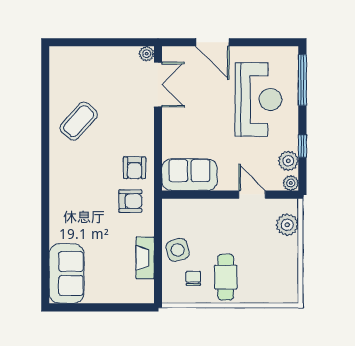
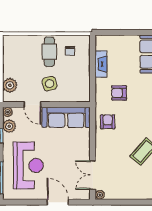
reception desk: (258, 100) -> (28, 165), turned 180
sofa: (189, 175) -> (66, 117), width x1.36
armchair: (130, 201) -> (119, 93), moved
side table: (178, 250) -> (50, 84), moved

